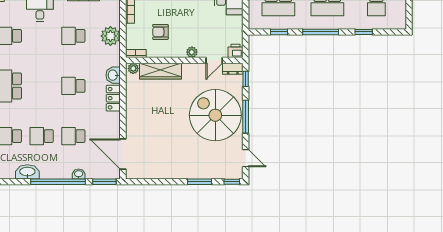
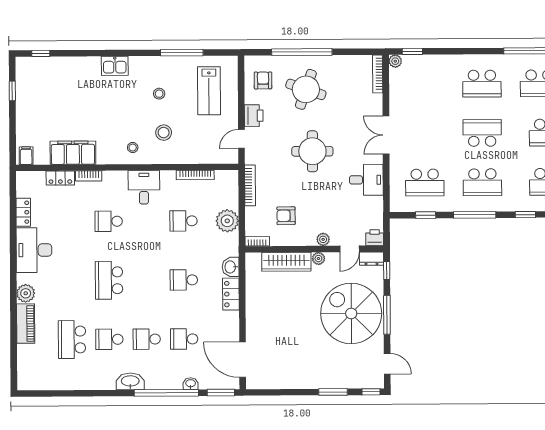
plant: (133, 68) -> (318, 259), moved

